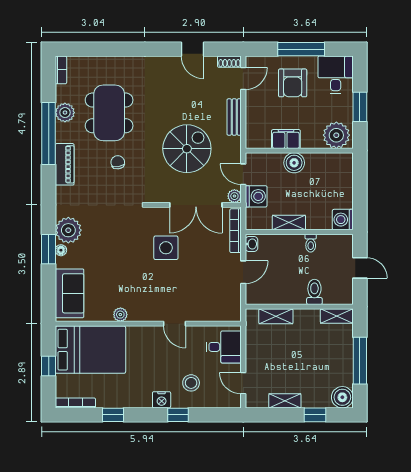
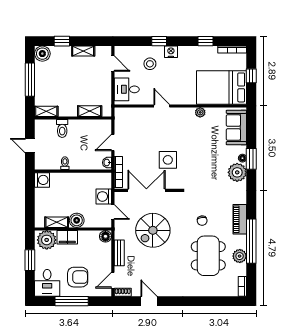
armchair: (293, 83) -> (78, 277), turned 90
filing cabinet: (286, 139) -> (67, 237), moved
floor lamp: (254, 140) -> (105, 236), added
plant: (234, 196) -> (119, 197), removed
shelving: (289, 222) -> (57, 222), moved

